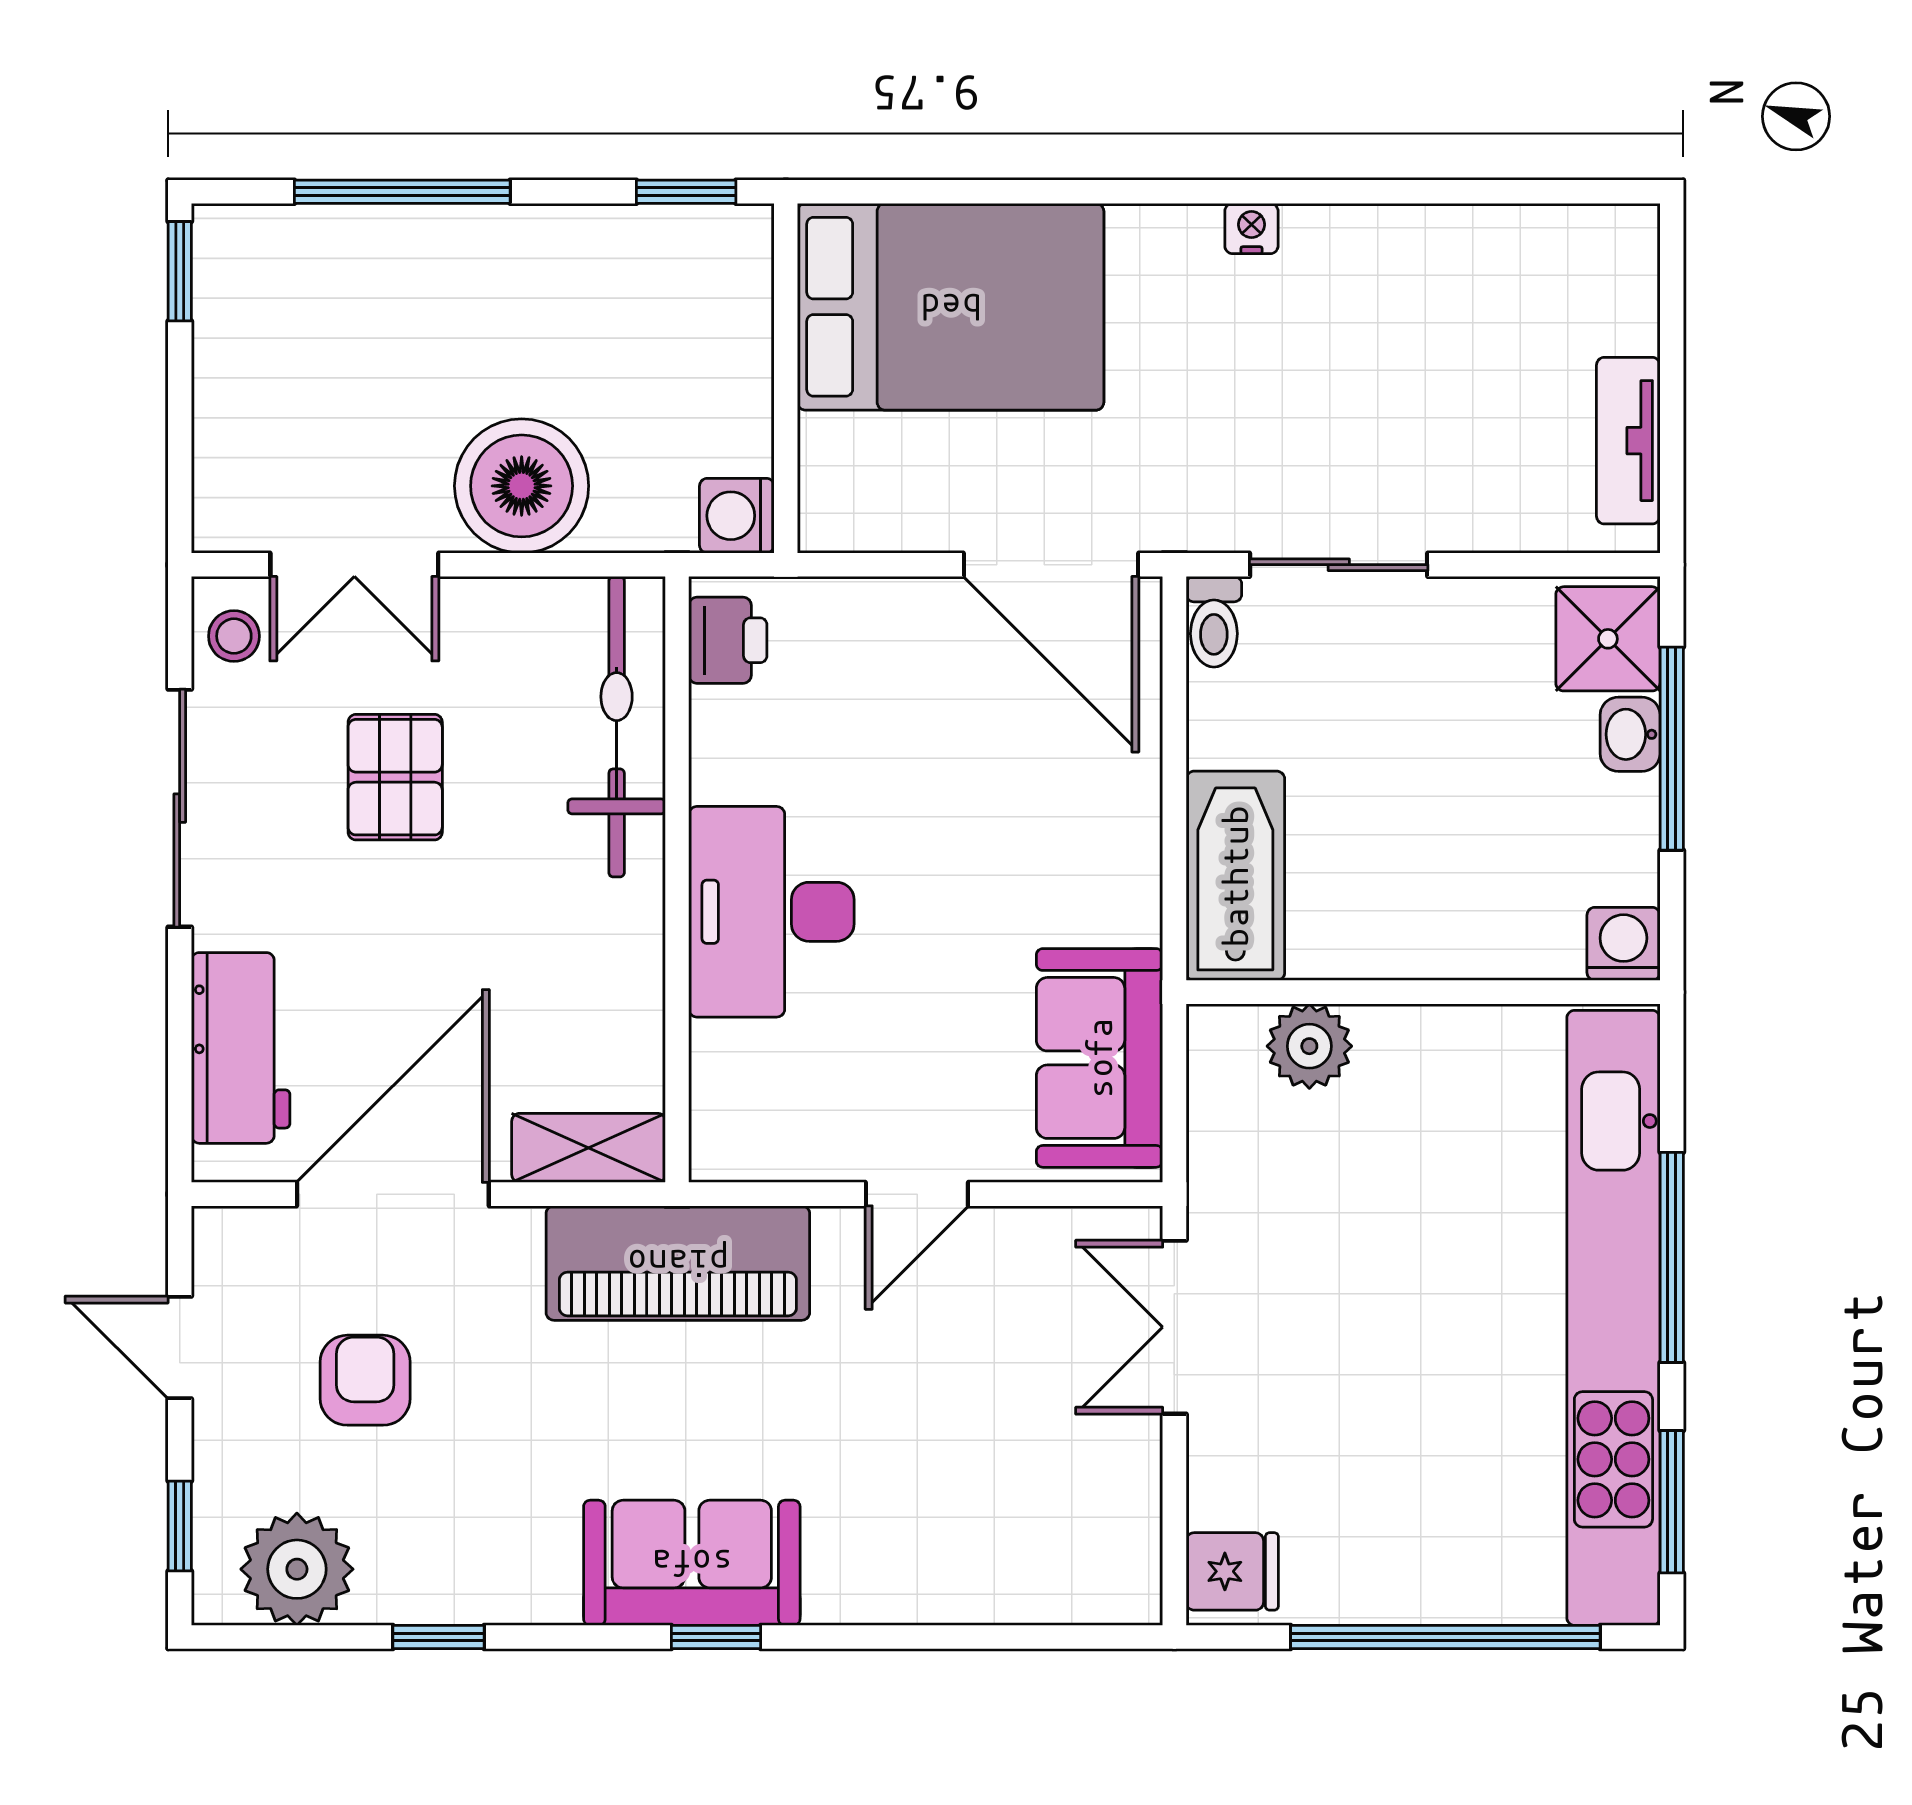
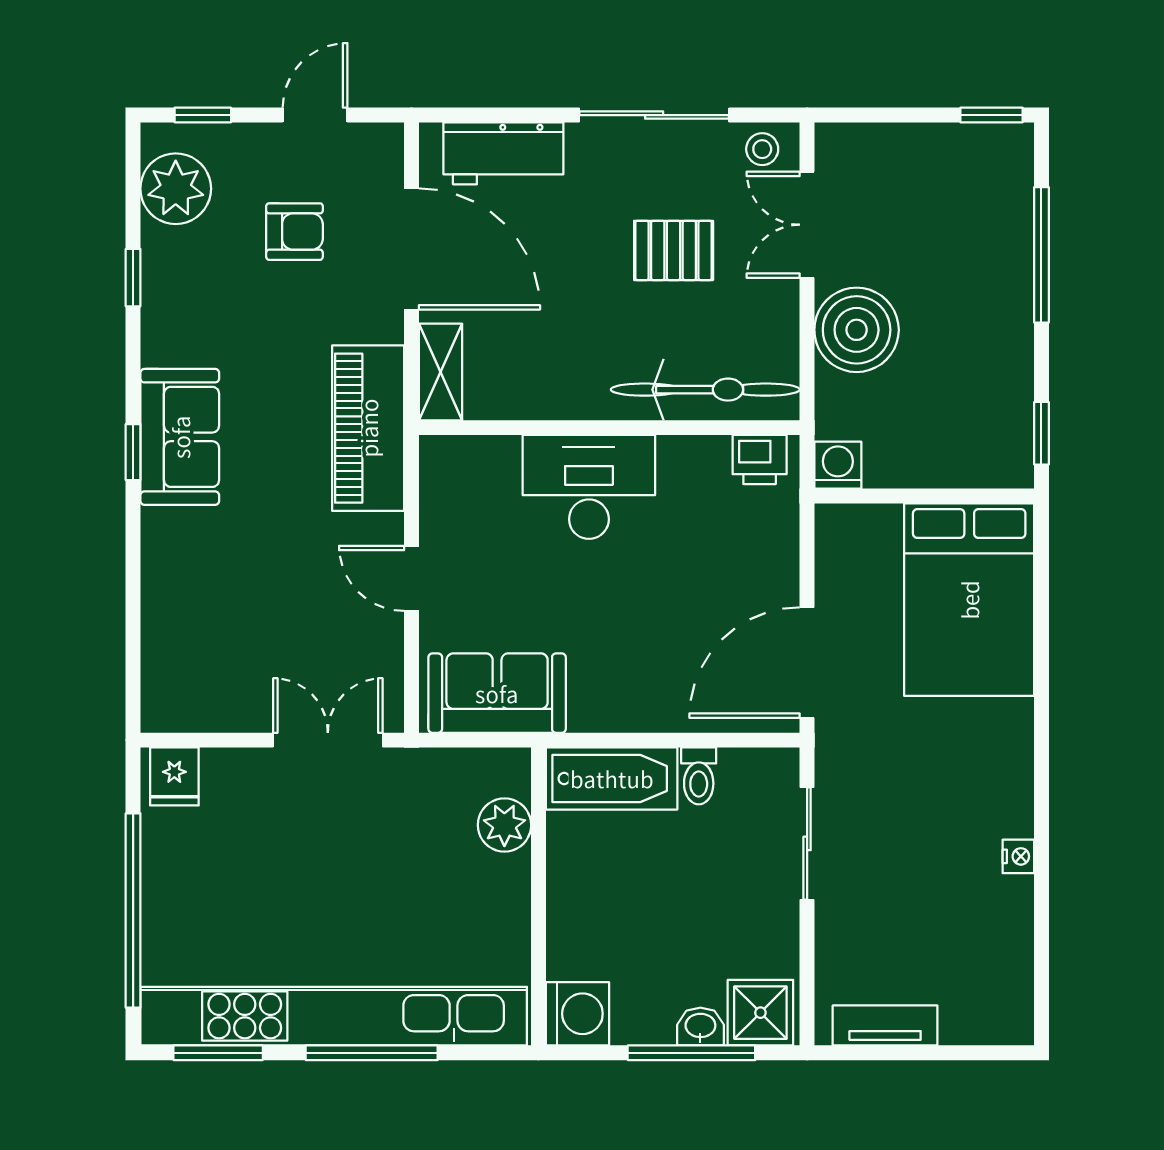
nightstand: (1251, 229) -> (1018, 856), moved
toilet: (1214, 622) -> (699, 776), moved, turned -90
washing machine: (1623, 944) -> (577, 1014), width x1.38, depth x1.38

